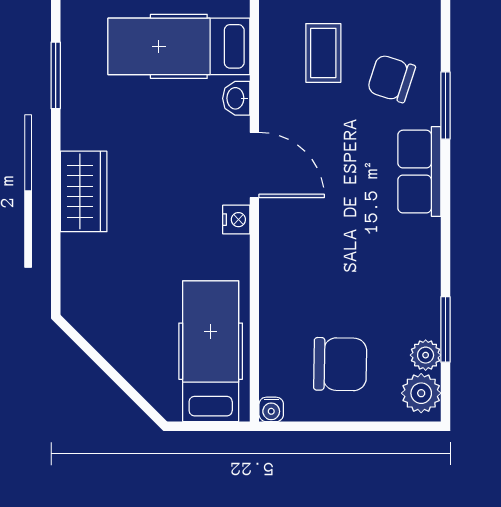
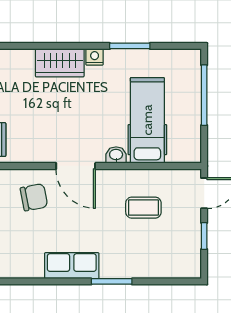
chair: (391, 79) -> (34, 197), moved, turned 61
door: (254, 165) -> (76, 166), hinge flipped
nightstand: (236, 220) -> (95, 57), moved, turned 180

